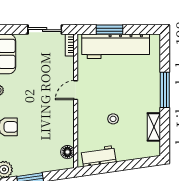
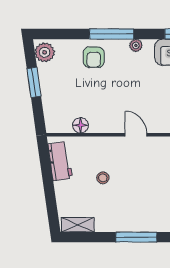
shelving: (154, 127) -> (78, 225), moved
floor lamp: (67, 152) -> (81, 125), moved

